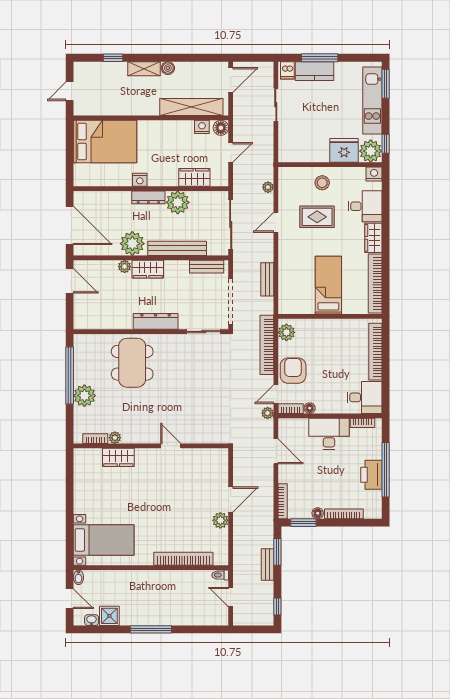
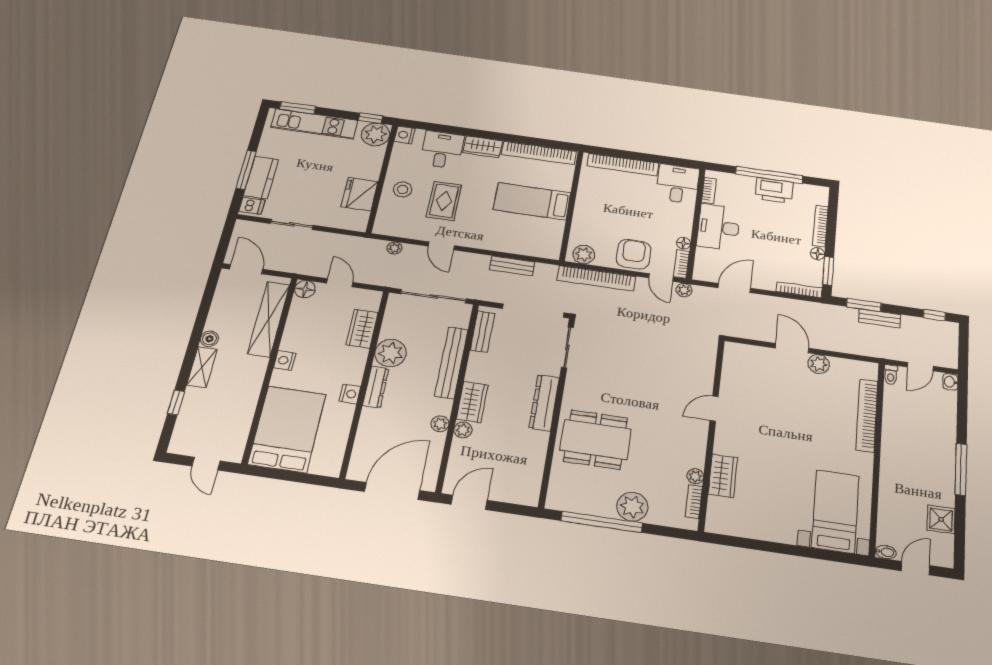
nightstand: (202, 127) -> (285, 360), moved
fridge: (344, 150) -> (360, 194), moved
plant: (132, 244) -> (440, 424), width x0.53, depth x0.53
armchair: (293, 371) -> (633, 254), turned 90
washbasin: (92, 620) -> (950, 382), moved

